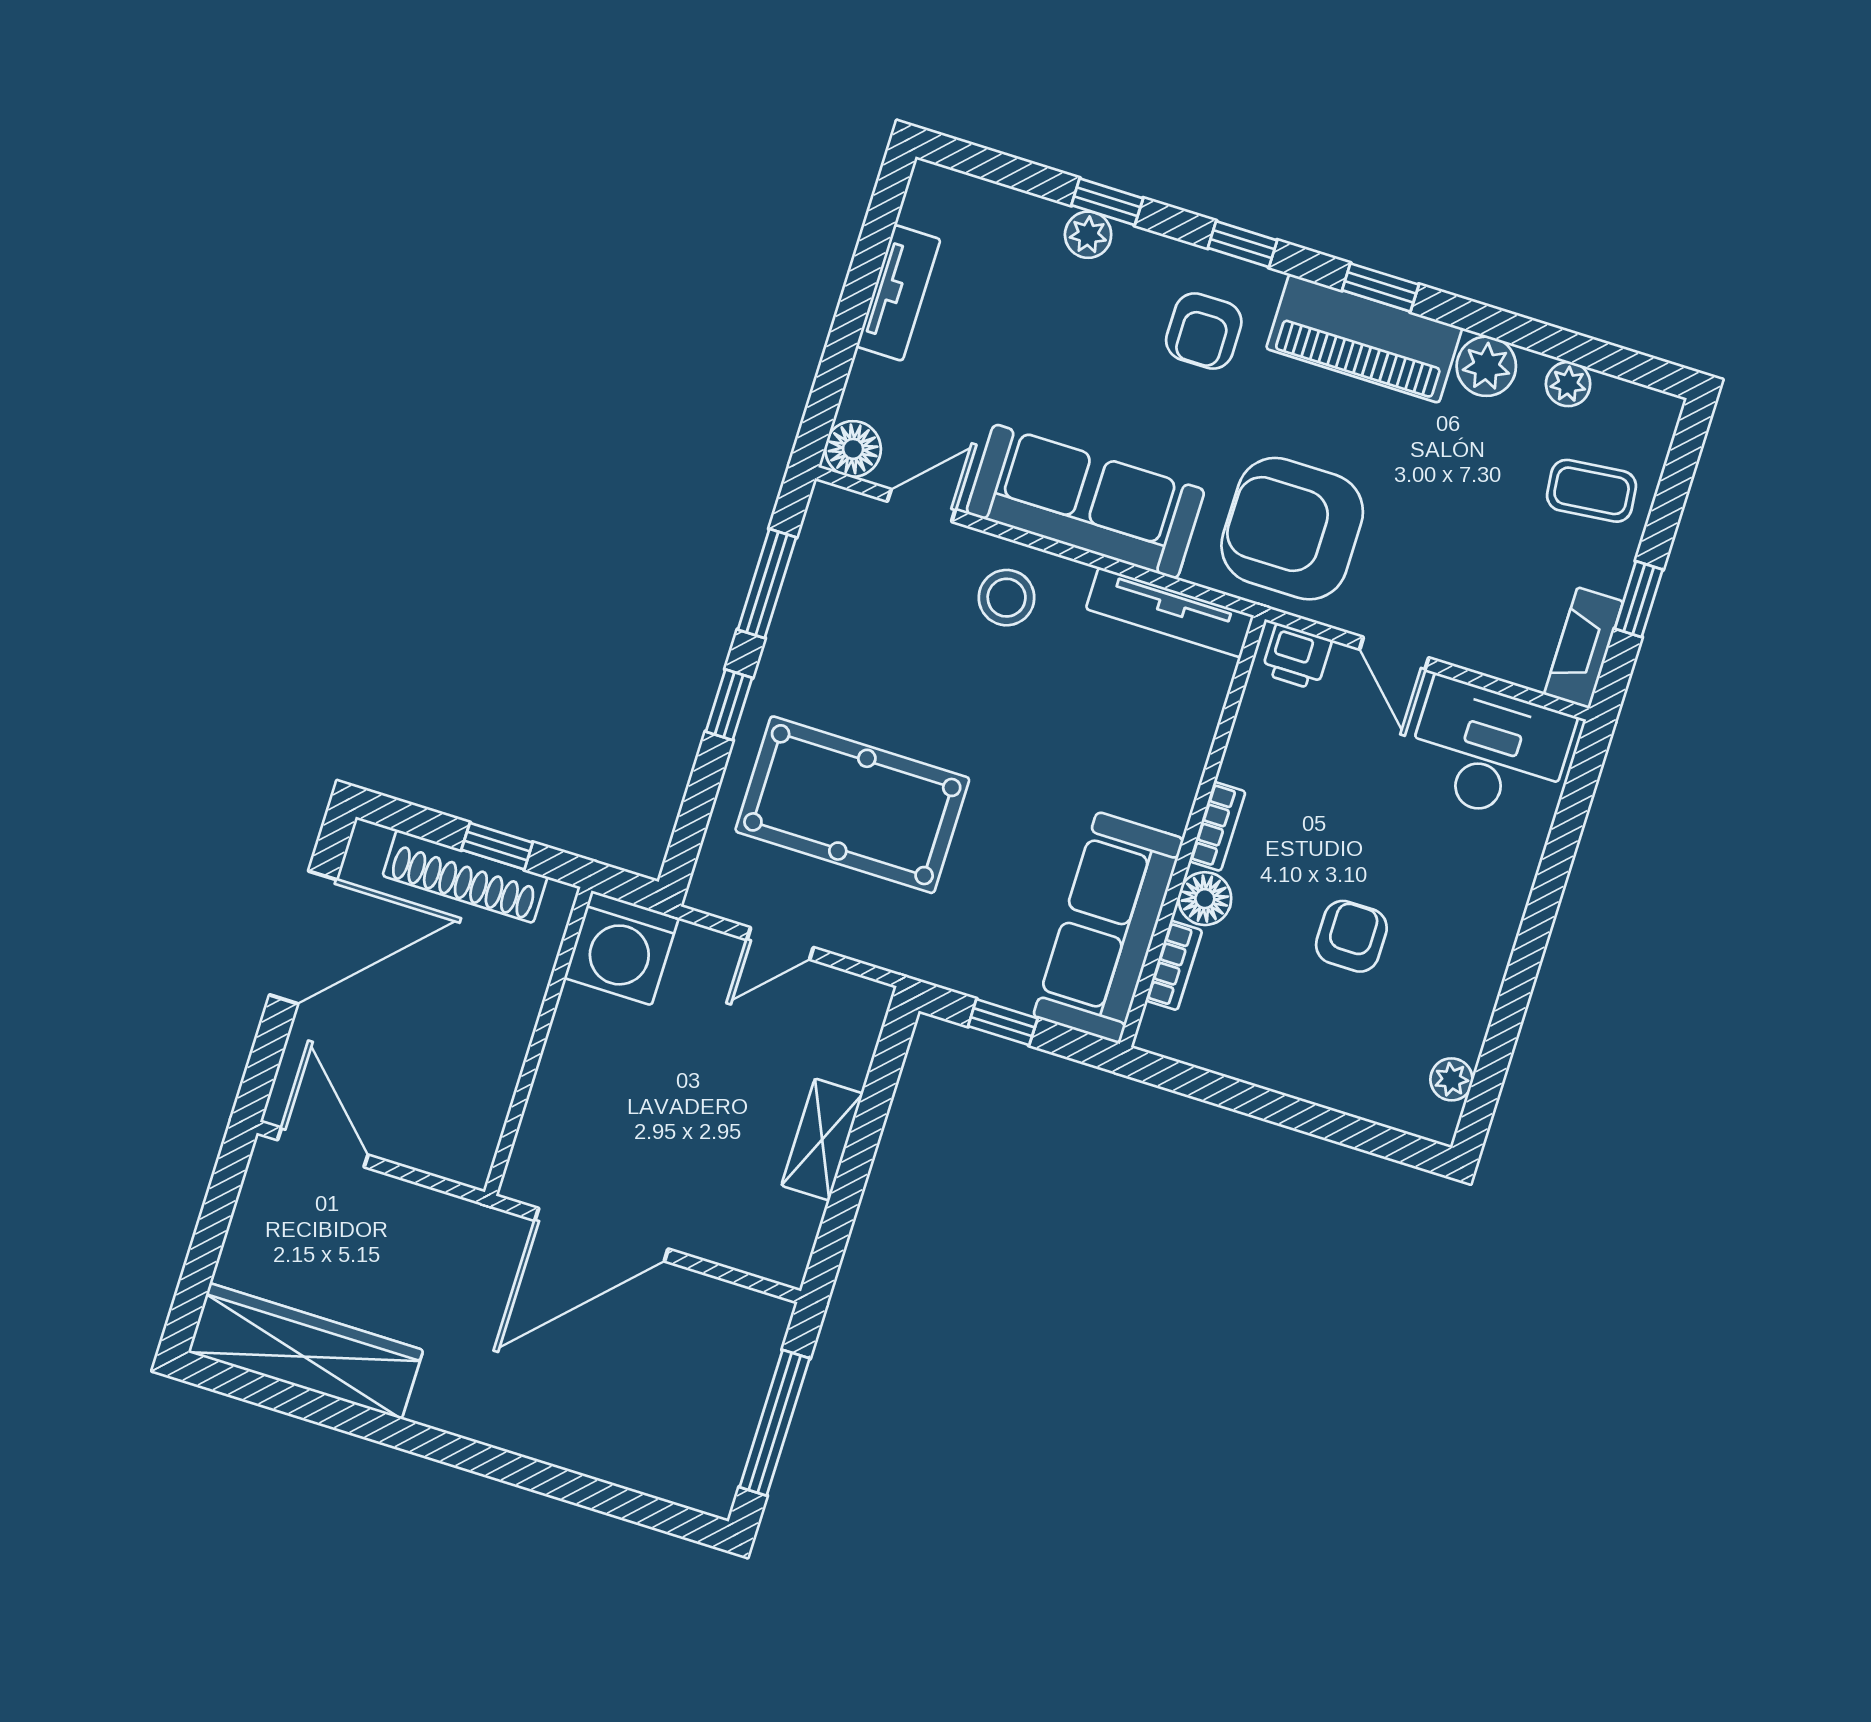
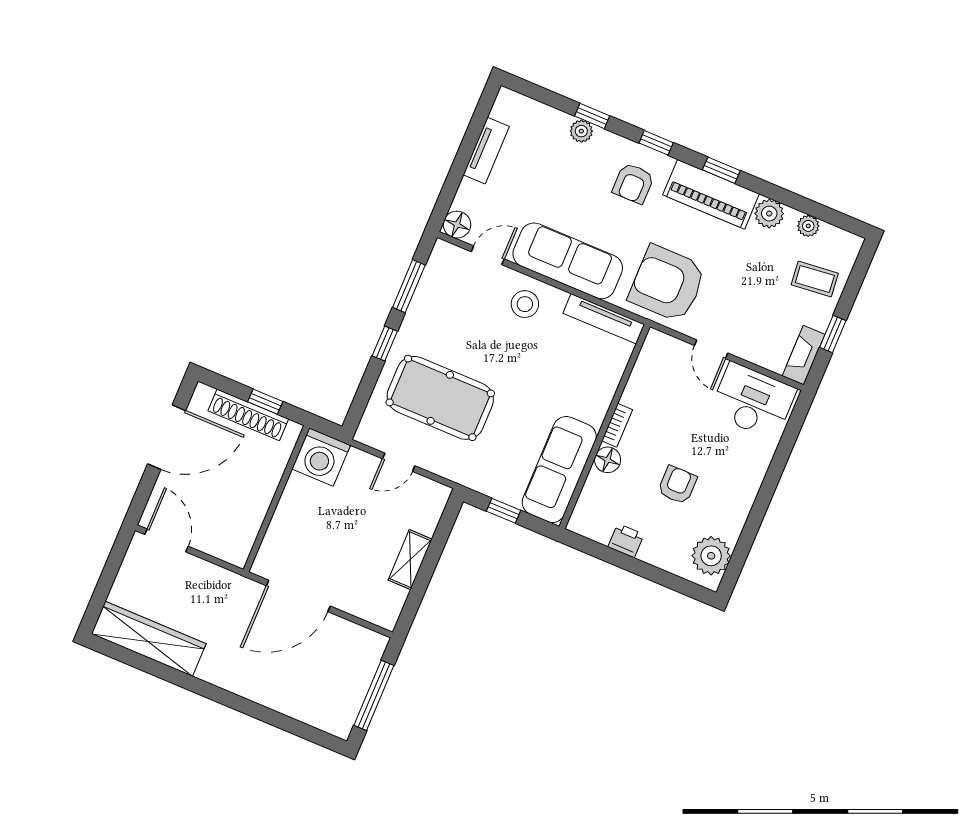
printer: (1297, 657) -> (626, 541), moved, turned 180
bookcase: (1174, 965) -> (589, 491), removed
plant: (1451, 1079) -> (711, 556), width x1.87, depth x1.87

